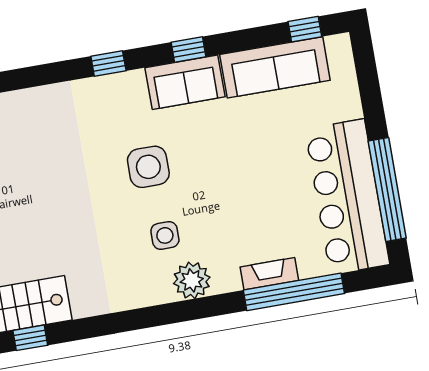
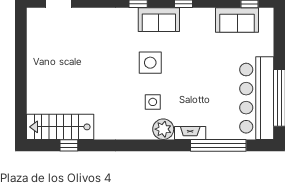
sofa: (275, 67) -> (237, 20), width x0.73
sofa: (185, 82) -> (159, 20), moved
fireplace: (269, 274) -> (190, 133), moved

